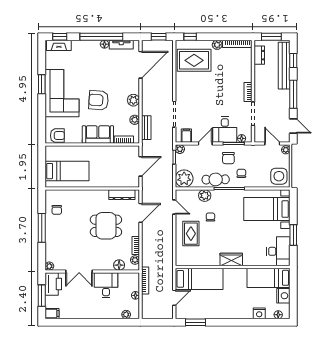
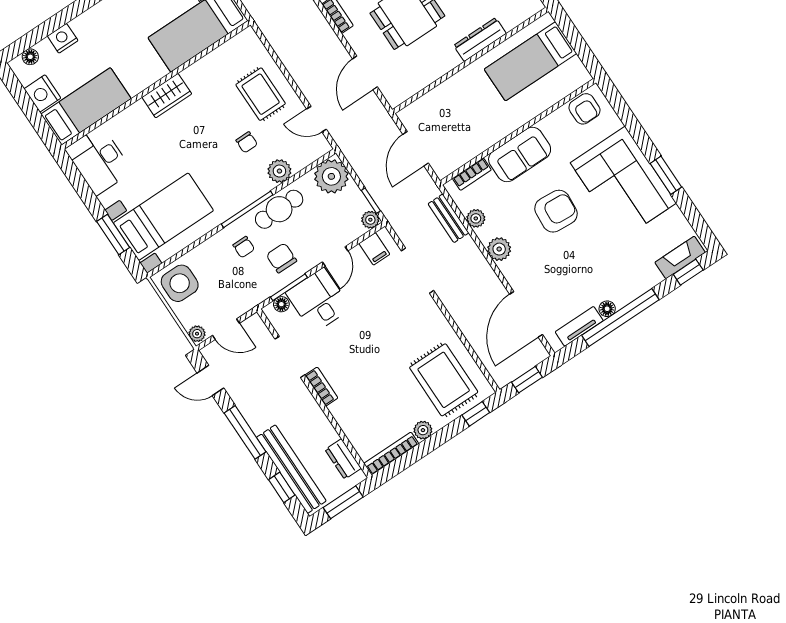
rug: (194, 60) -> (444, 380), turned 90
armchair: (57, 136) -> (584, 109), turned -90
dresser: (122, 195) -> (480, 40), moved
window: (293, 235) -> (113, 234), moved

